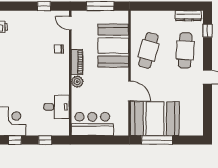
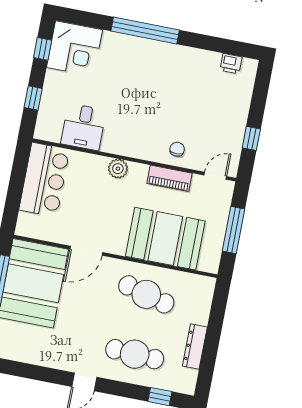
dresser: (188, 16) -> (195, 347), moved
piano: (77, 62) -> (169, 178), moved

